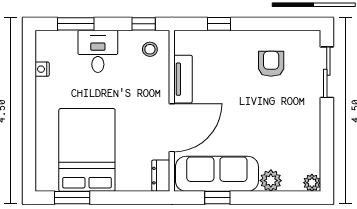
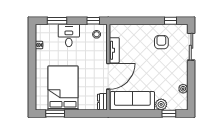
window: (219, 24) -> (171, 21), moved
plant: (312, 183) -> (183, 89), moved
window: (217, 198) -> (169, 114), moved

